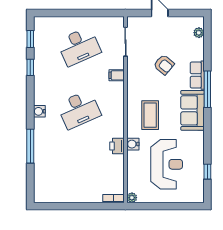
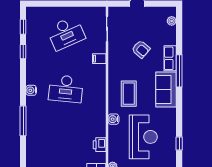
desk: (79, 110) -> (66, 89), turned 30
printer: (117, 146) -> (100, 145), moved

